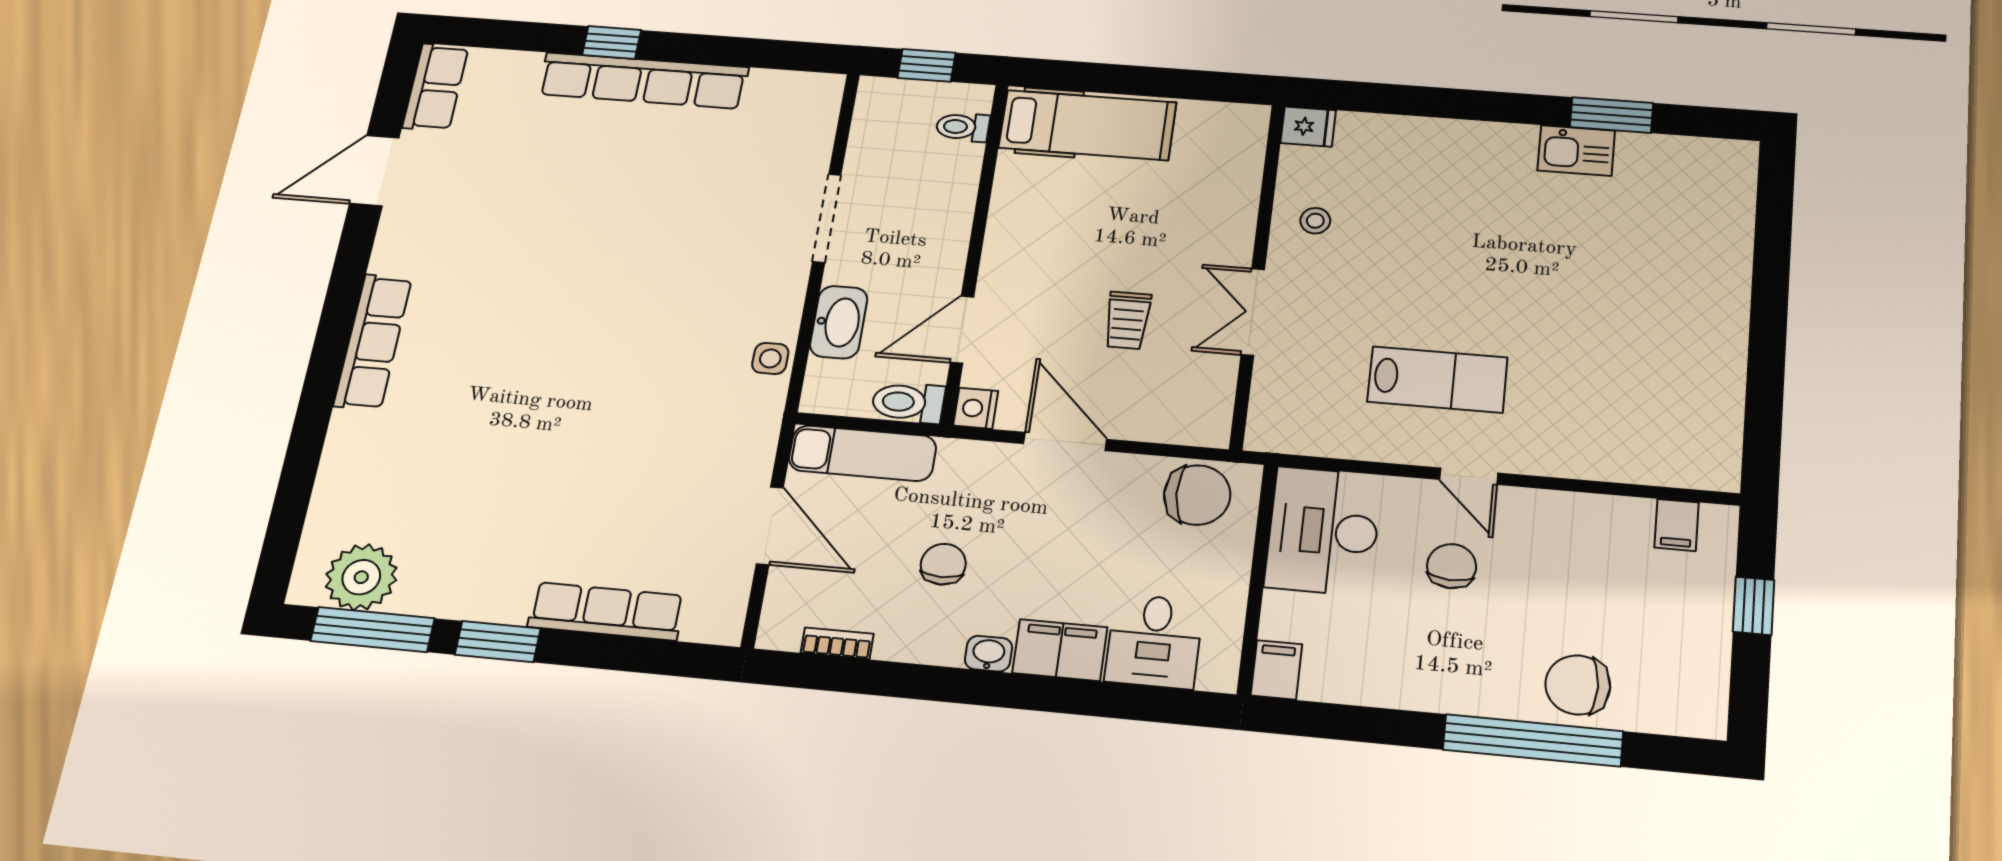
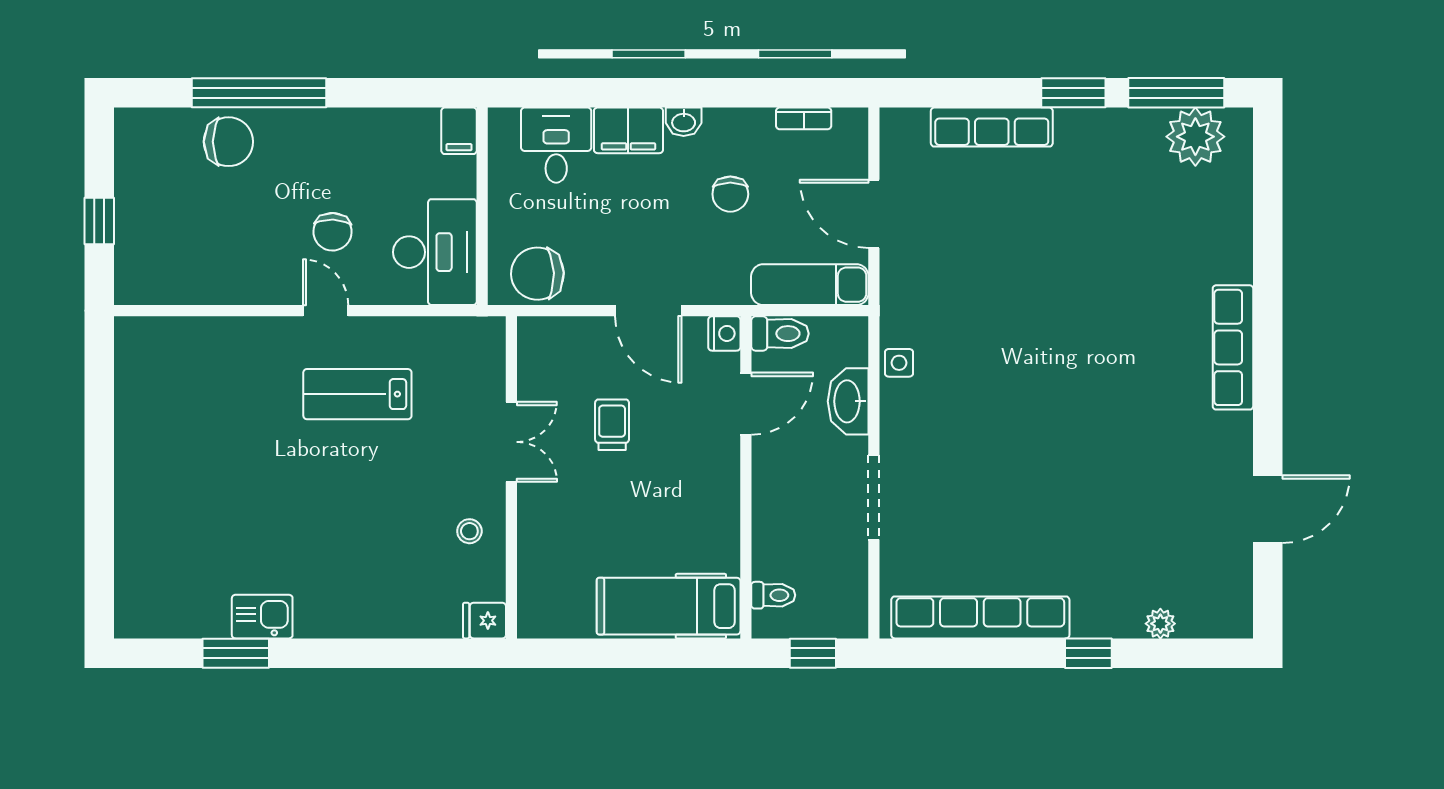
plant: (524, 66) -> (1160, 624), added
row of seats: (643, 81) -> (980, 617), moved
row of seats: (436, 87) -> (1233, 596), removed
filing cabinet: (1677, 525) -> (162, 284), removed

